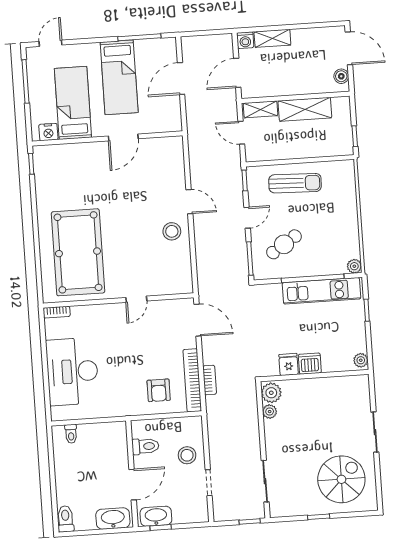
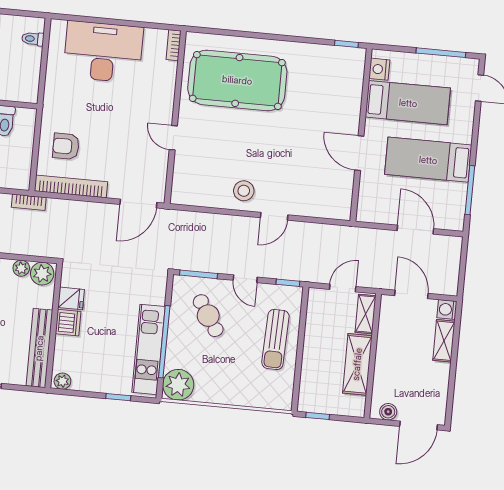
plant: (354, 266) -> (178, 385), width x1.88, depth x1.88
bookcase: (210, 380) -> (29, 202), moved
bench: (336, 385) -> (39, 348), added

